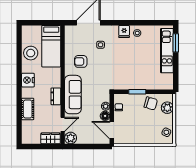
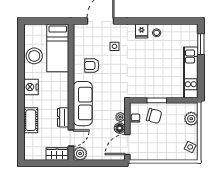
kitchen unit: (167, 51) -> (191, 72), moved
dresser: (56, 96) -> (63, 117), moved
chair: (151, 103) -> (154, 116), moved
door: (112, 130) -> (127, 144), hinge flipped

